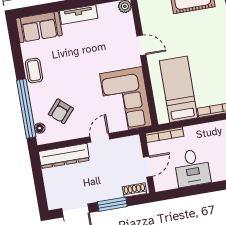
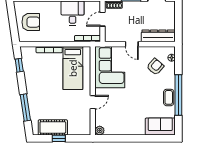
tv unit: (79, 15) -> (132, 130), removed
door: (141, 45) -> (93, 102), swing flipped
window: (26, 108) -> (178, 95), moved
door: (100, 138) -> (132, 44), hinge flipped

